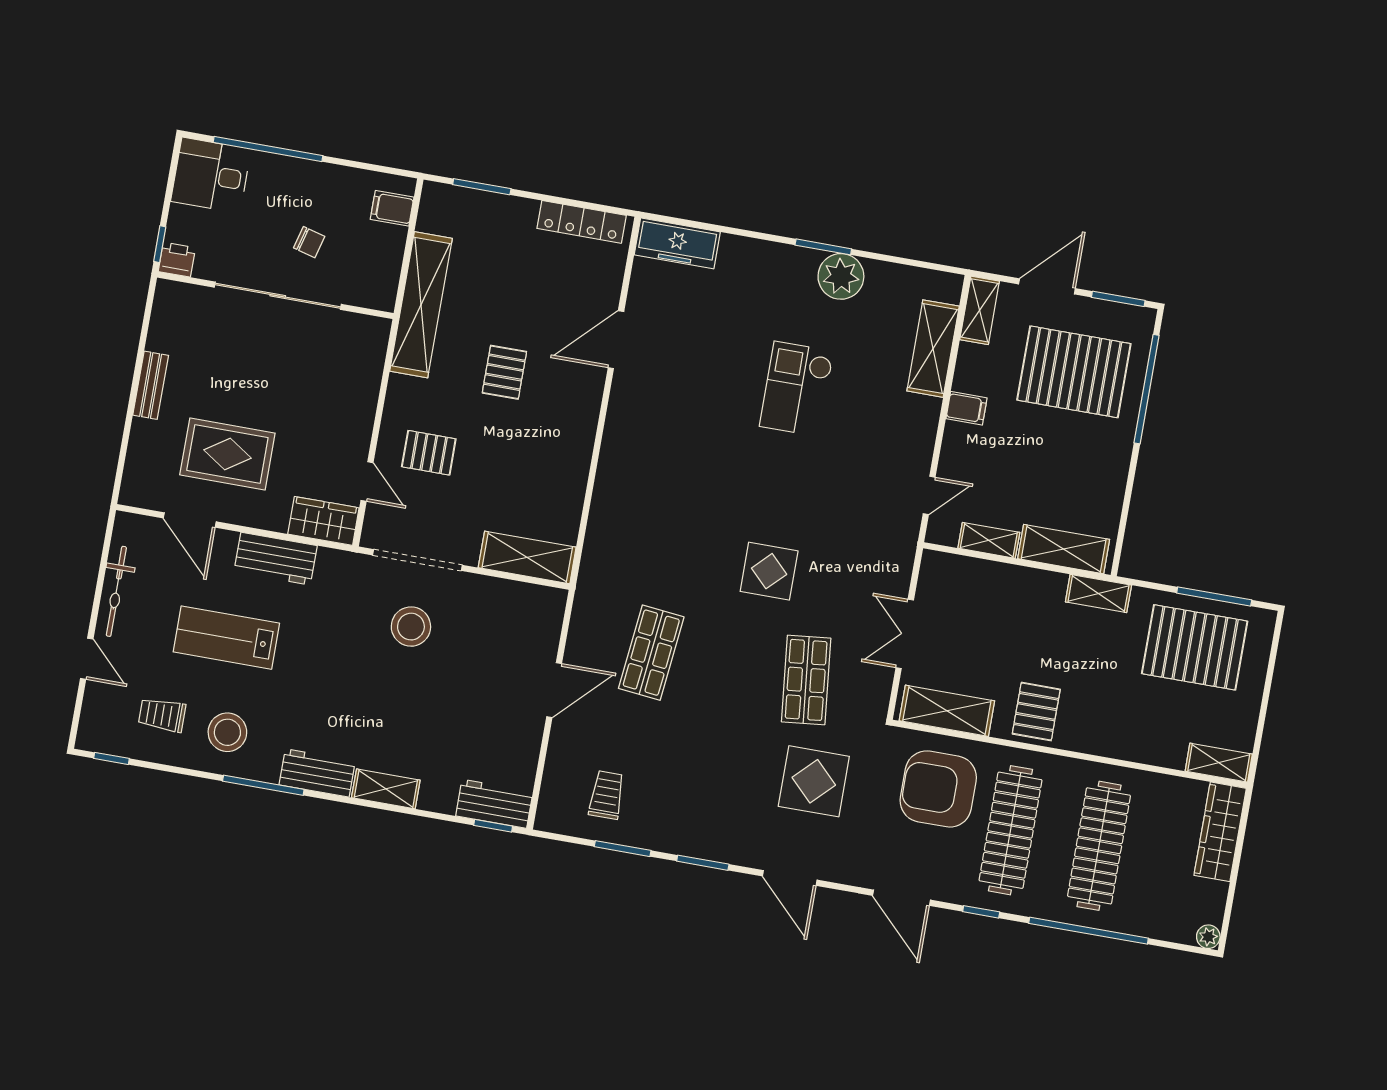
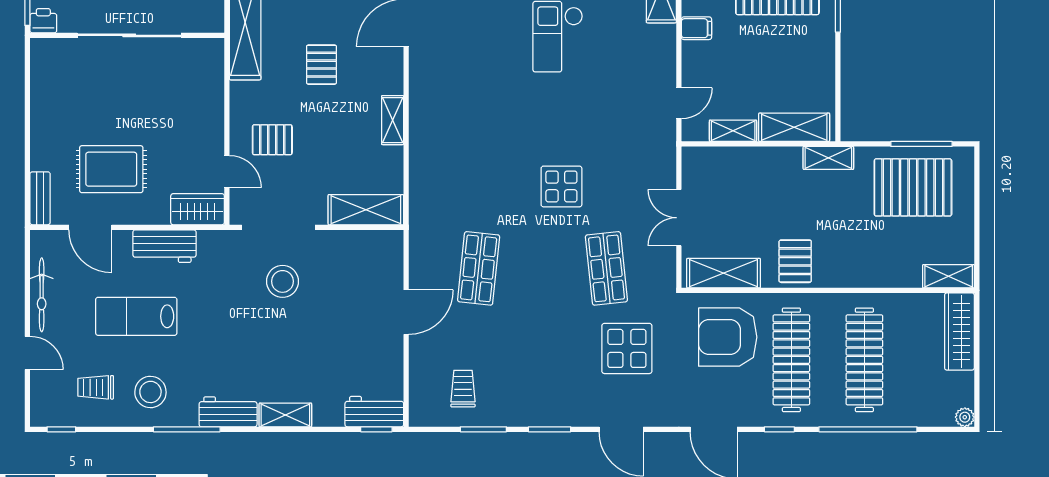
bench: (151, 385) -> (40, 198), moved
shelving: (579, 455) -> (393, 120), added

